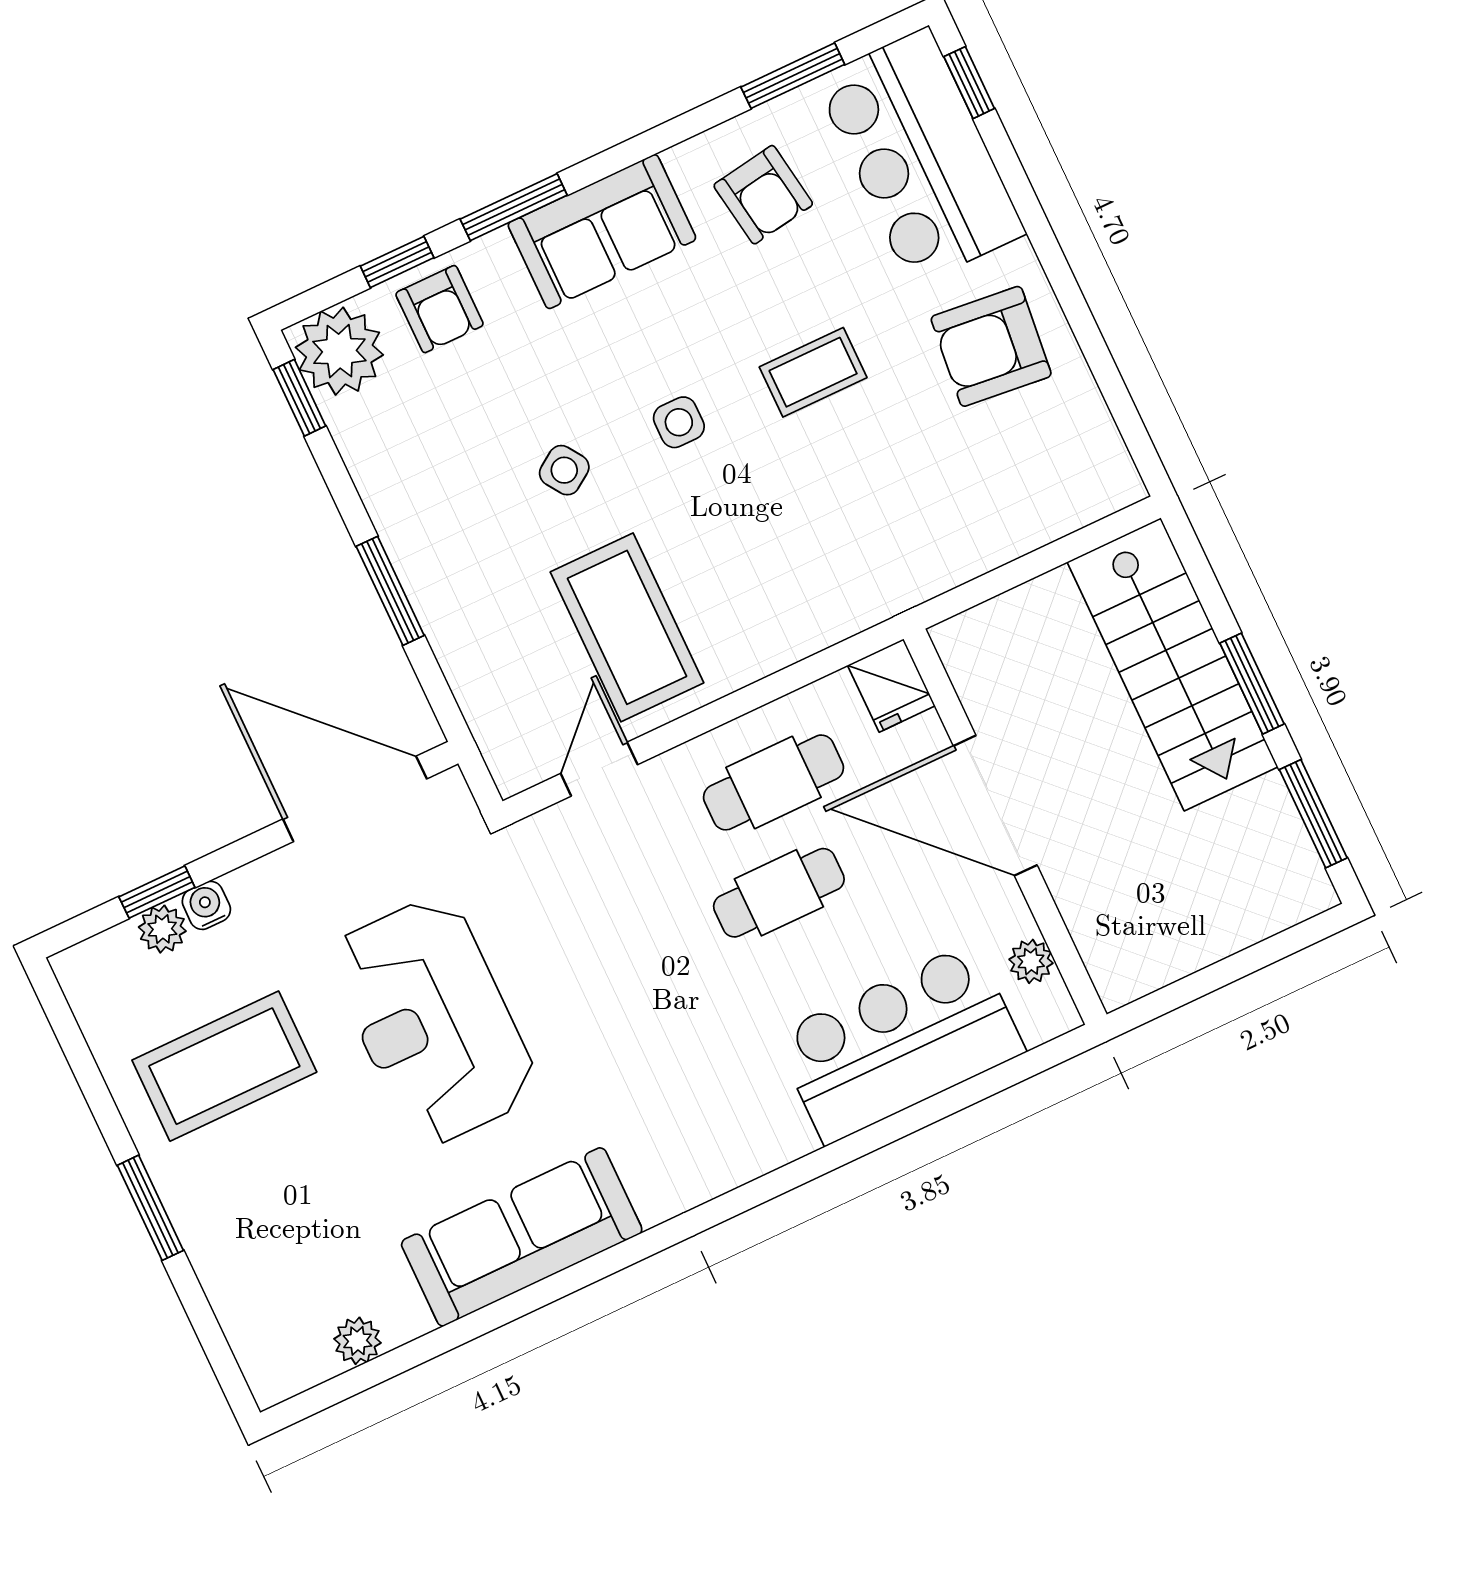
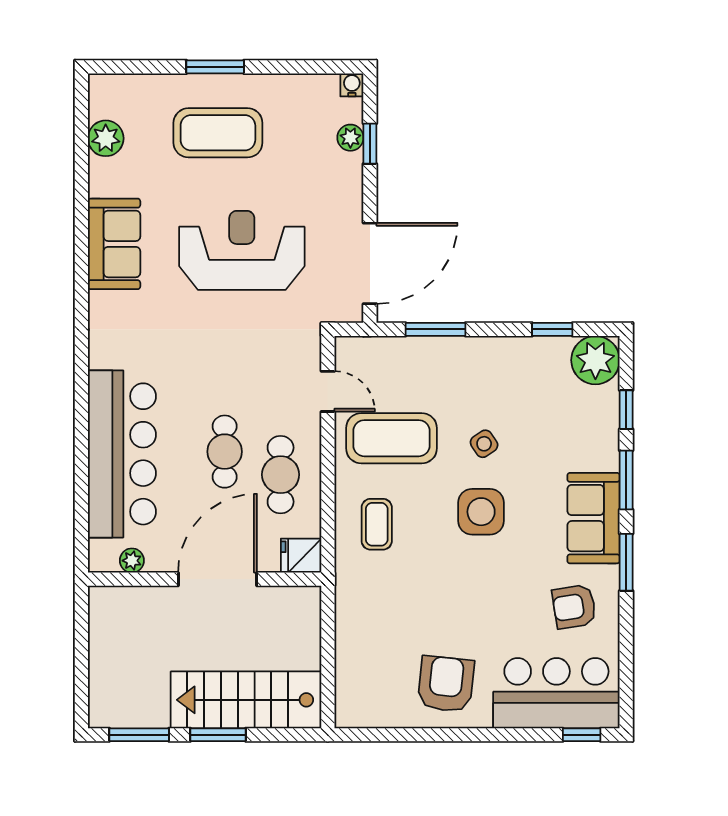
window: (793, 76) -> (626, 562), moved
armchair: (439, 309) -> (593, 420), removed
coffee table: (813, 372) -> (377, 524), moved
window: (299, 398) -> (552, 329), moved
side table: (679, 422) -> (481, 512), width x1.87, depth x1.87
window: (390, 591) -> (435, 329), moved
water cooler: (206, 905) -> (352, 85), moved, turned -90
bar counter: (899, 1043) -> (122, 454), width x1.36
coffee table: (224, 1066) -> (218, 133), moved, turned 90
sofa: (522, 1237) -> (114, 244), width x0.73
plant: (357, 1341) -> (106, 138), width x1.38, depth x1.38

